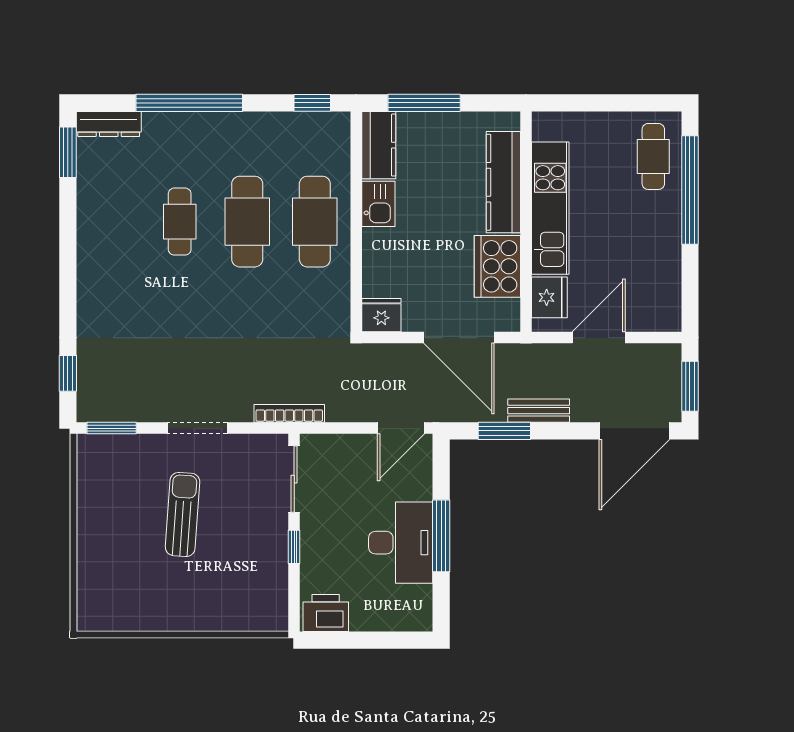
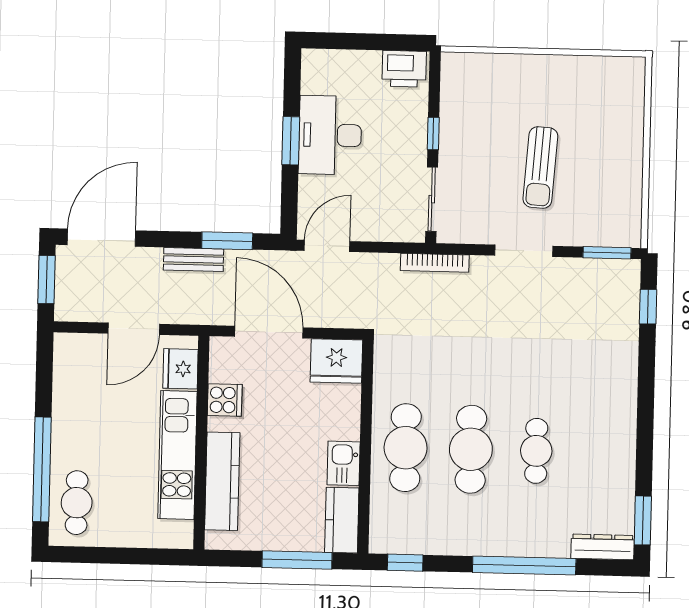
cooker: (497, 266) -> (225, 400), width x0.53, depth x0.76
fridge: (381, 315) -> (336, 361), width x1.36, depth x1.34
window: (441, 536) -> (291, 141), width x0.69

